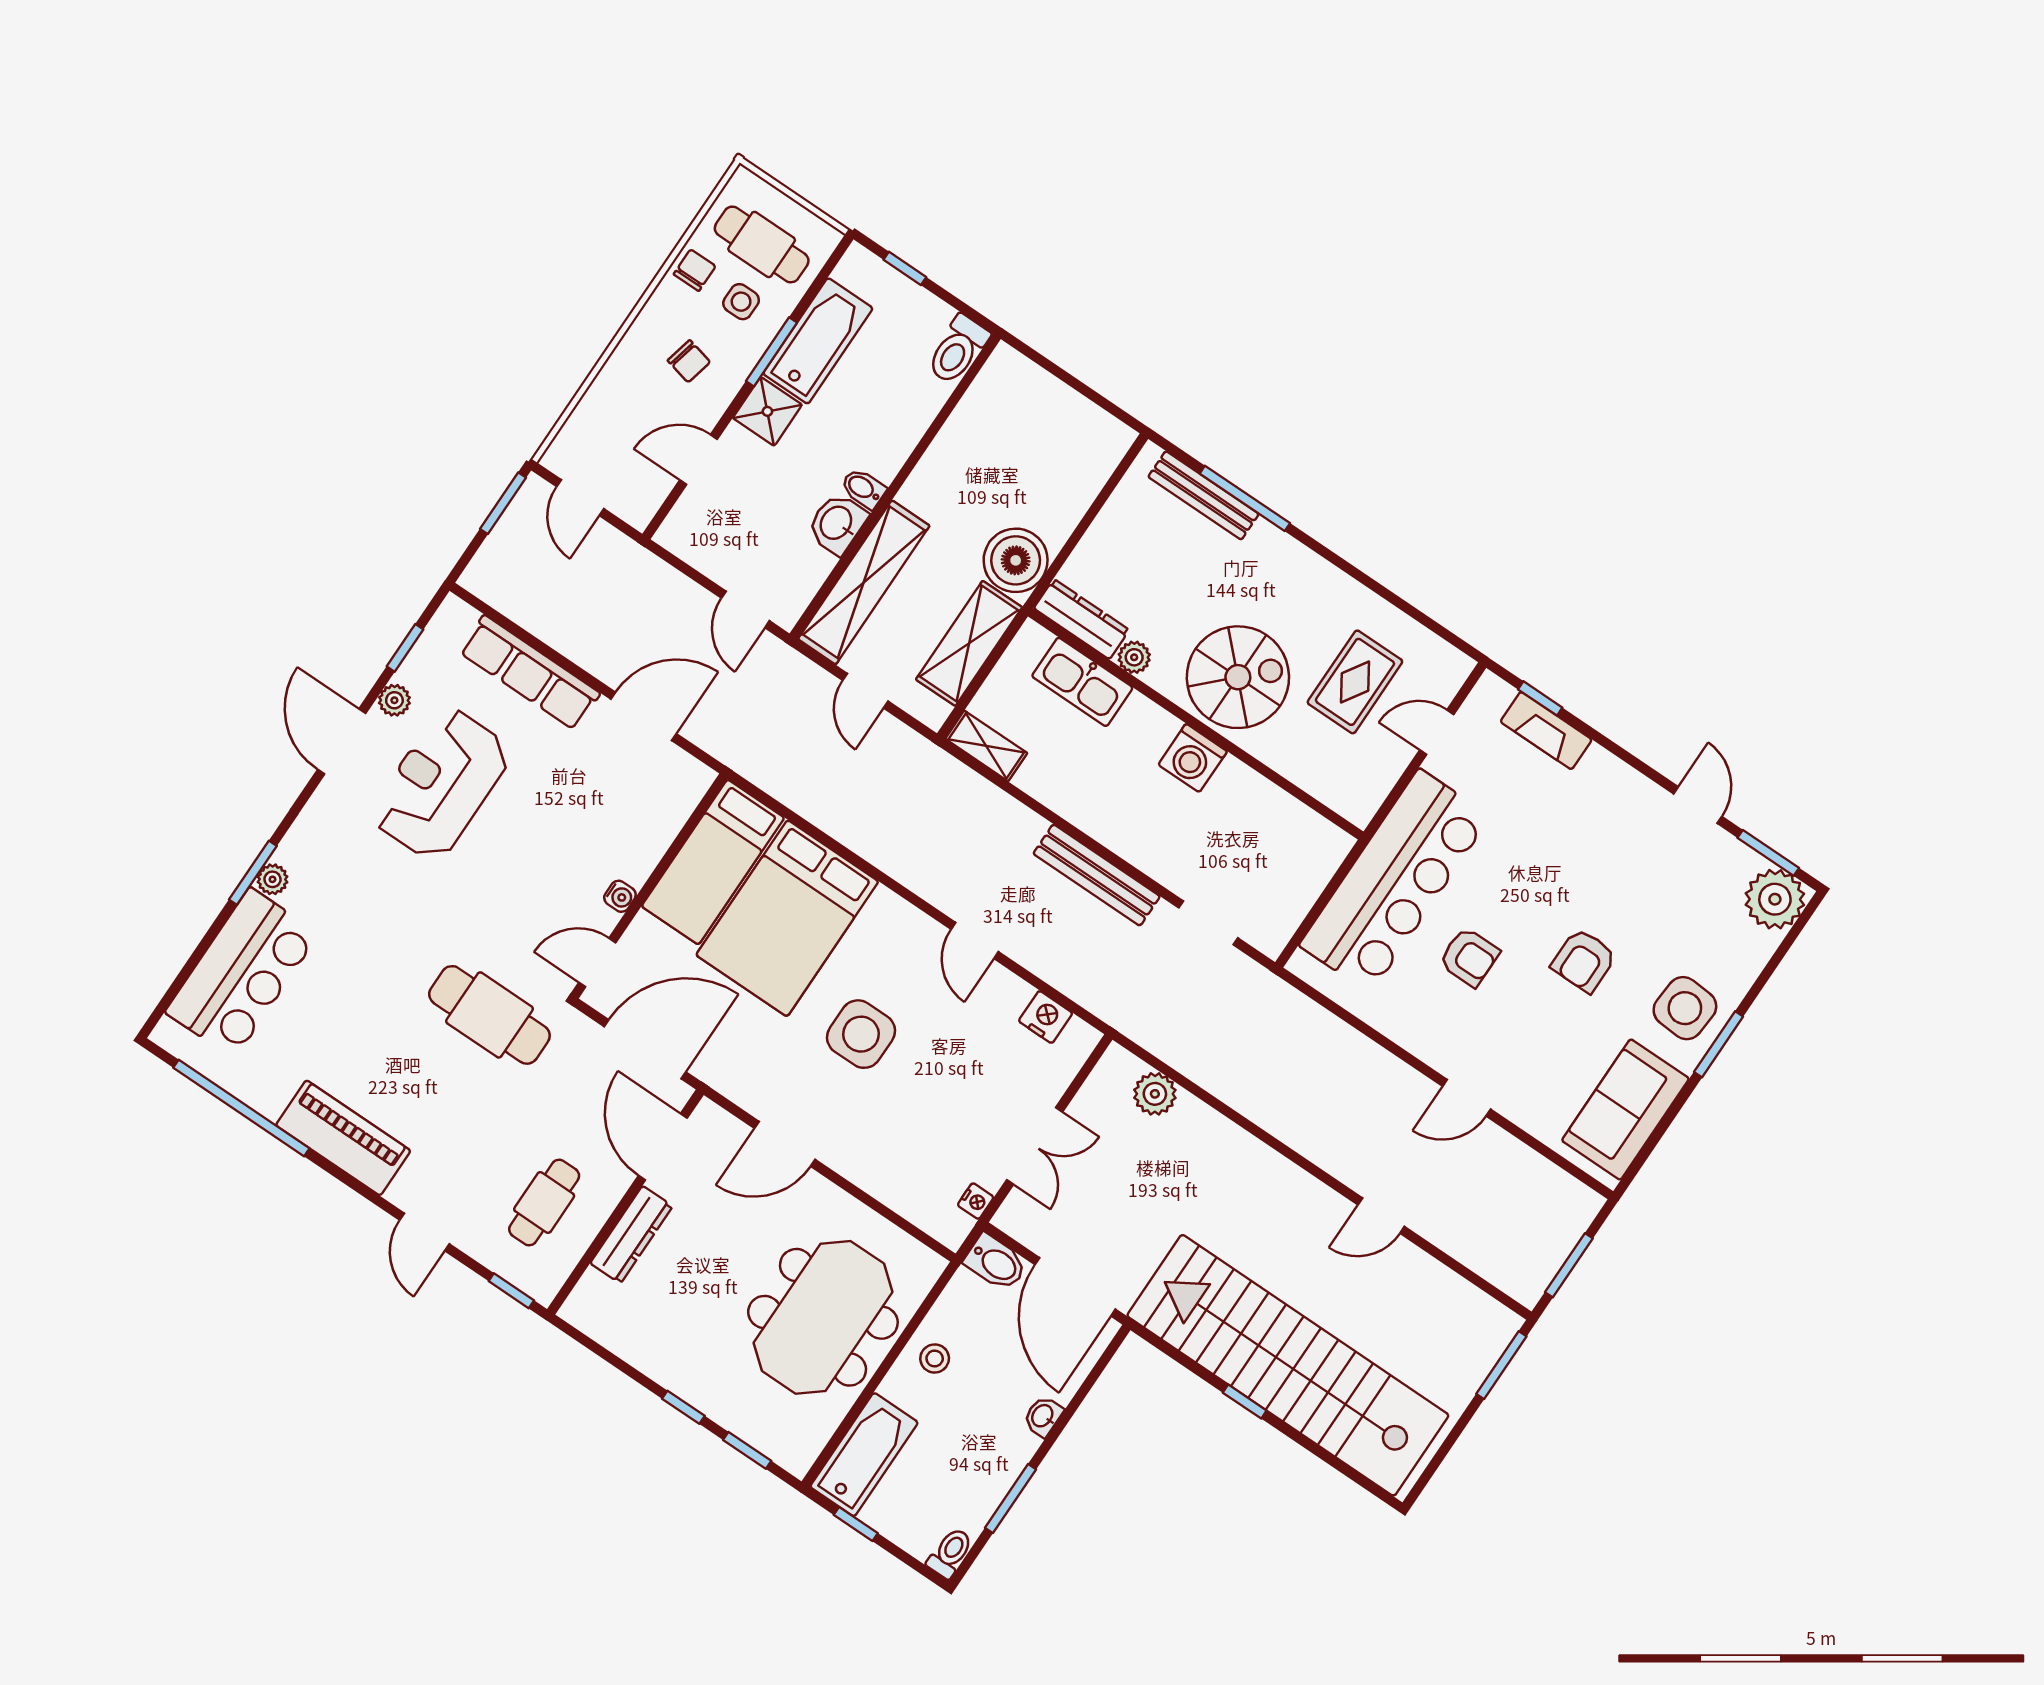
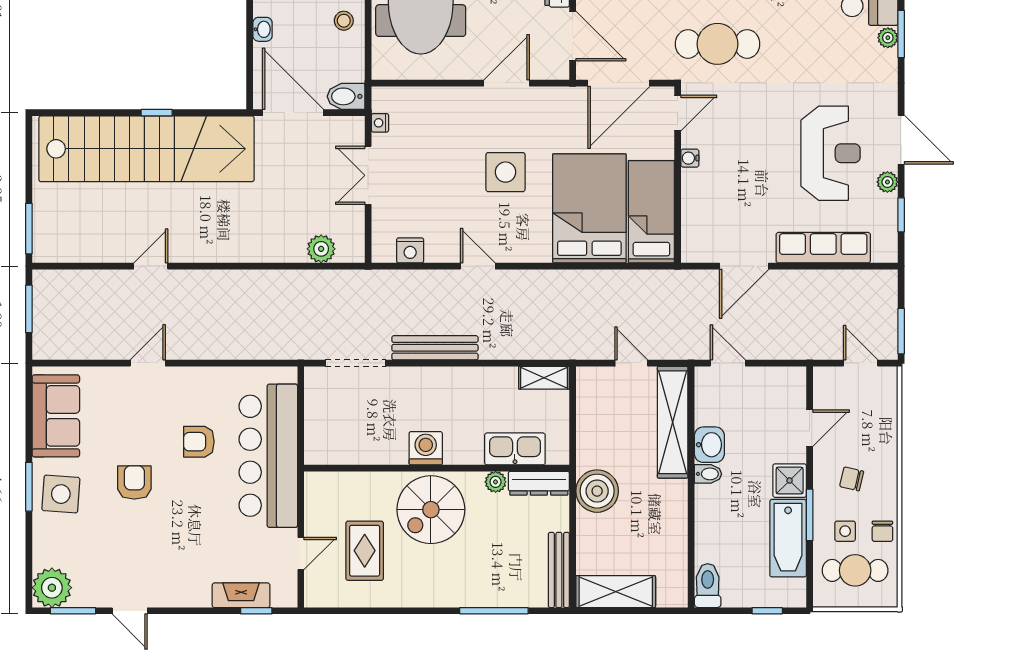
bench: (1203, 495) -> (559, 570), moved, turned 90
shelving: (969, 643) -> (616, 592), moved, turned 90
doorway: (1208, 923) -> (356, 363), width x1.38

